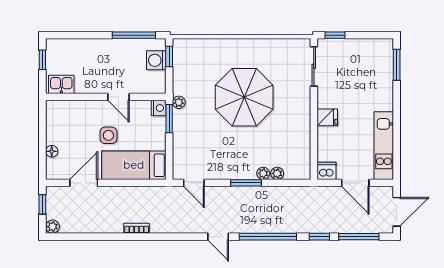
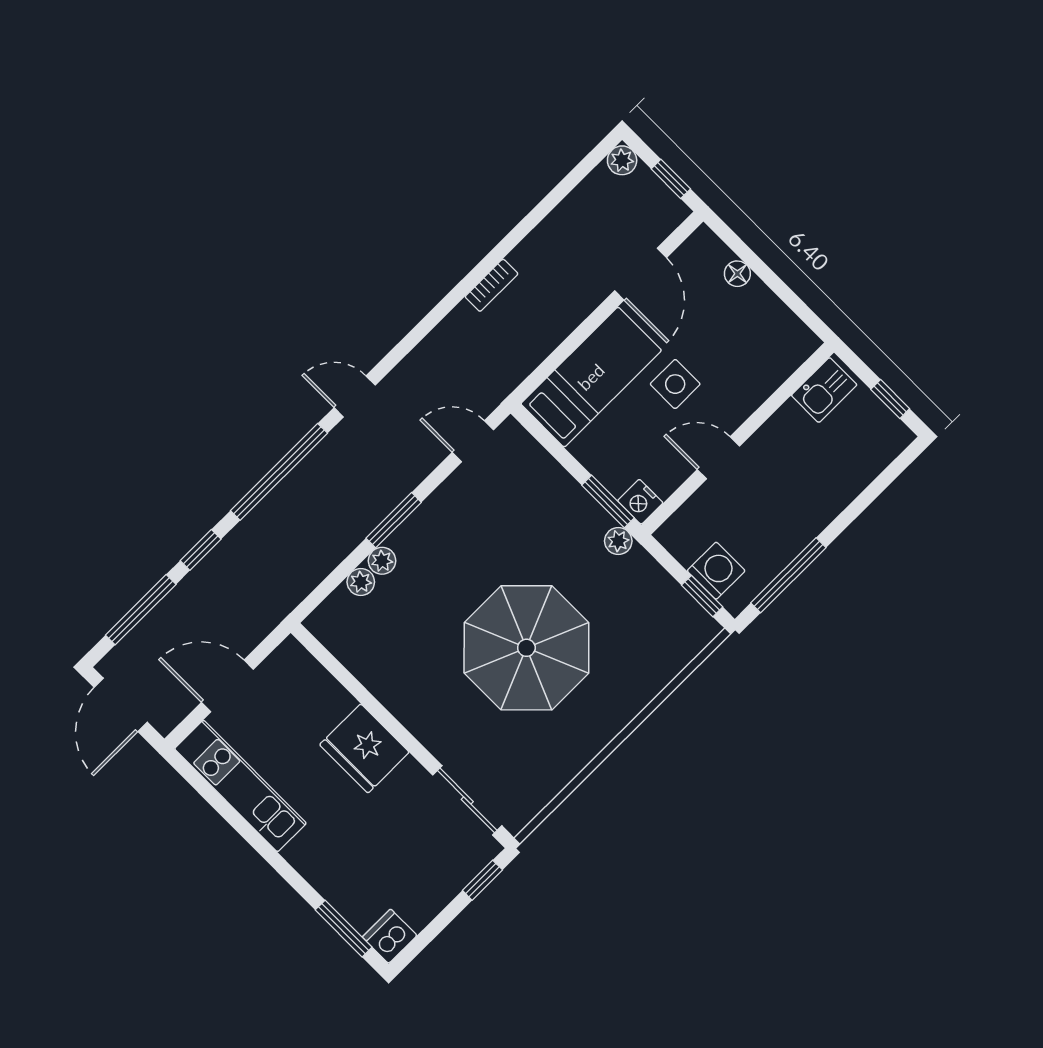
fridge: (327, 117) -> (364, 748), width x1.88, depth x1.34
dishwasher: (326, 171) -> (390, 936), moved, turned 180

